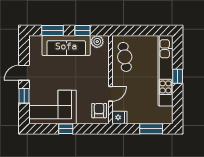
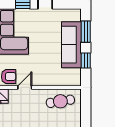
plant: (97, 42) -> (75, 75), removed
door: (110, 94) -> (25, 87), swing flipped

